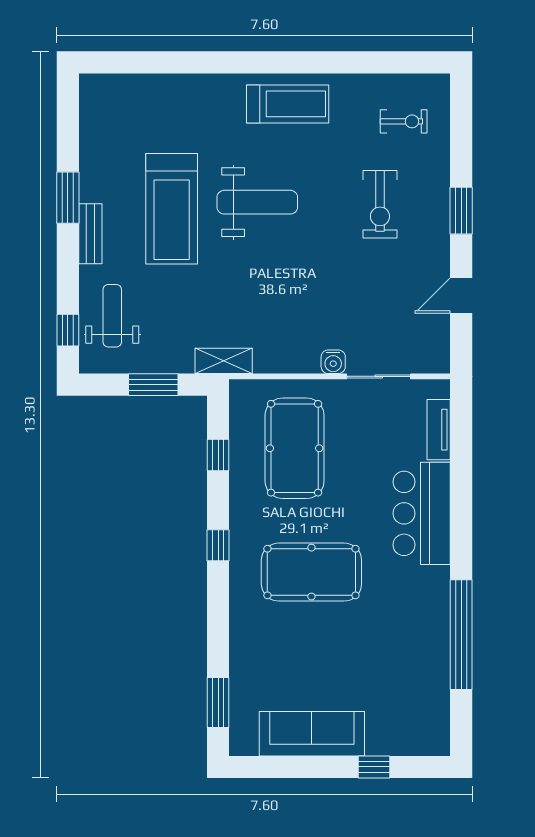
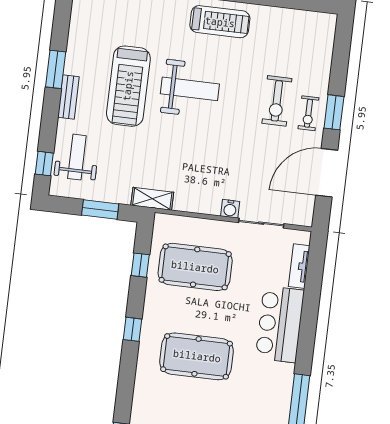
exercise bike: (404, 121) -> (308, 113), moved, turned 90
door: (461, 296) -> (327, 173), width x1.88
pool table: (295, 448) -> (195, 267), turned 90

